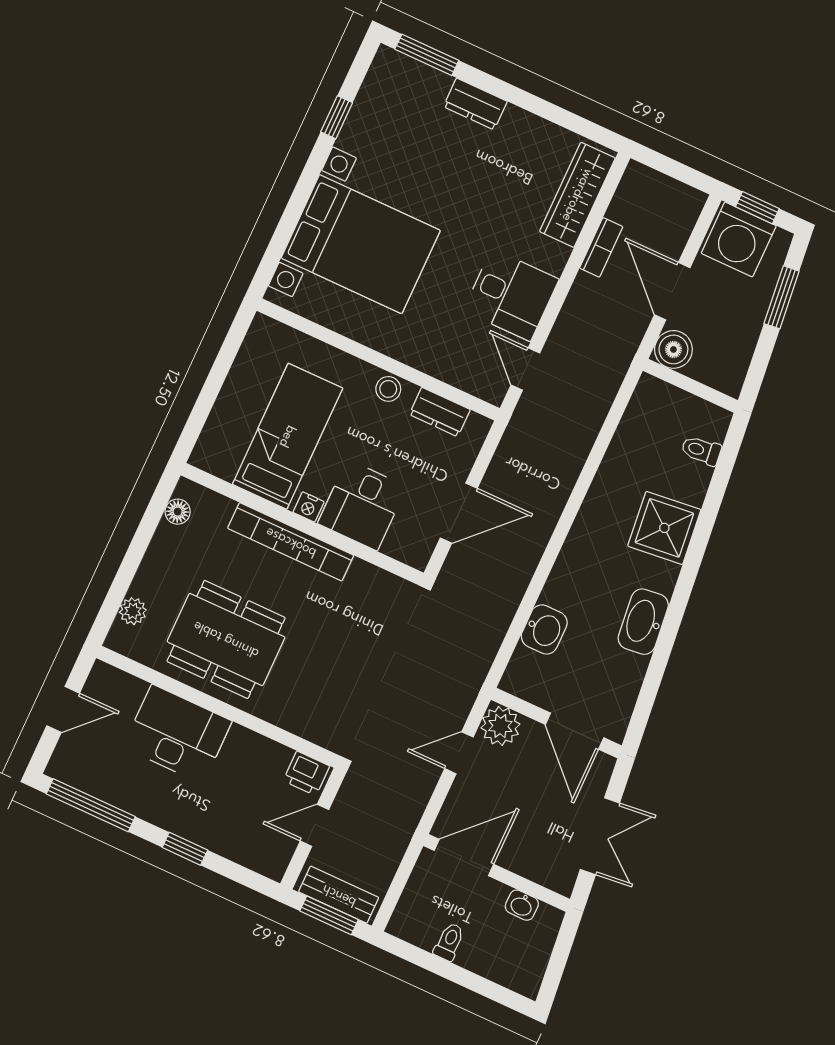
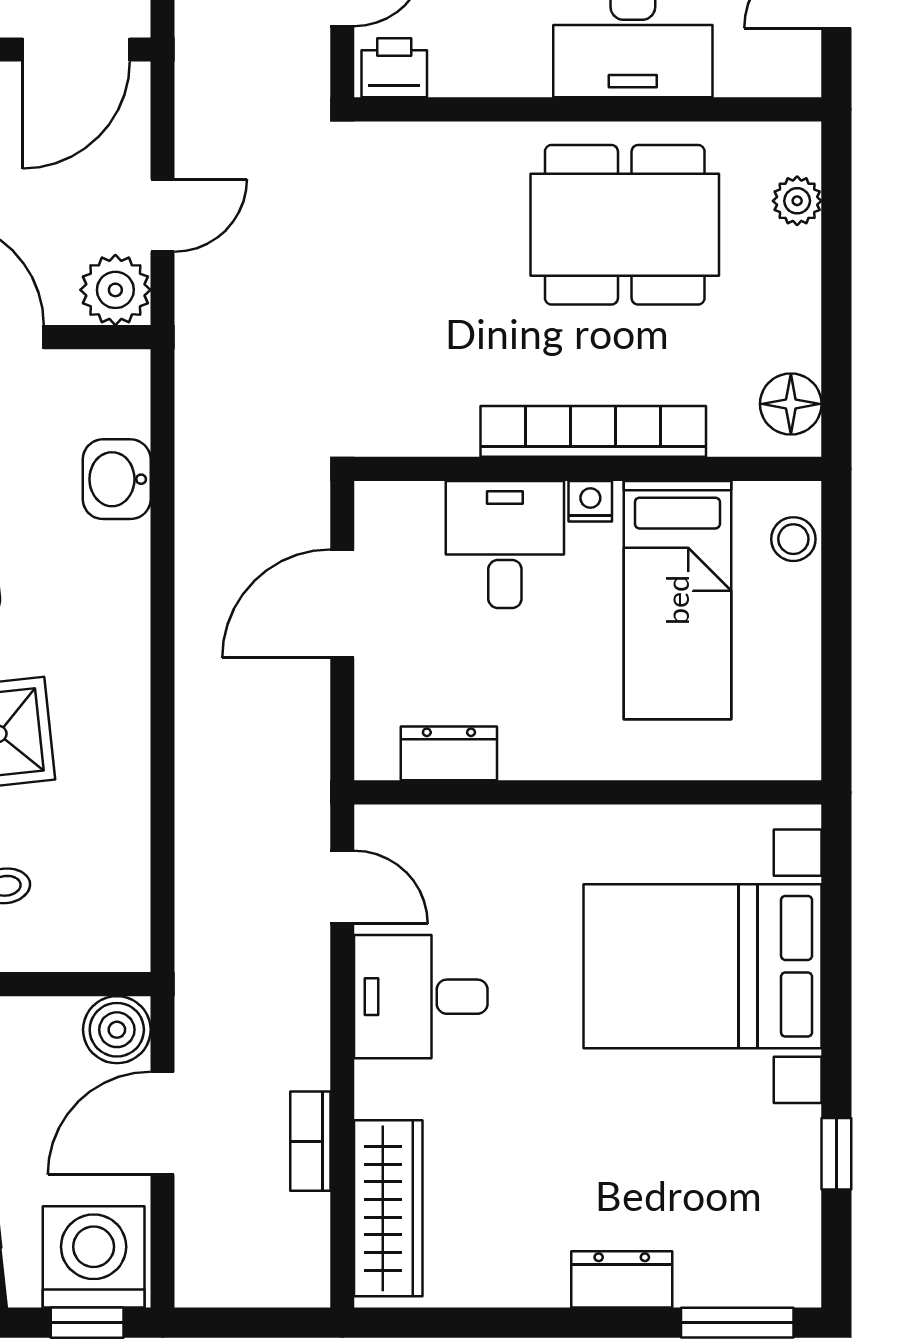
door: (672, 291) -> (163, 1123), swing flipped
stool: (388, 389) -> (793, 539), moved
floor lamp: (178, 512) -> (791, 404), width x1.37, depth x1.37

